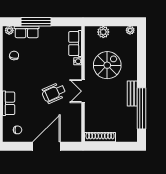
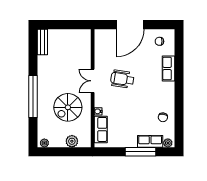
double door: (83, 91) -> (93, 81), swing flipped
wheelchair: (54, 93) -> (122, 79), turned -147
bench: (132, 94) -> (42, 42), moved
window: (141, 108) -> (33, 96), moved
shoe rack: (100, 137) -> (75, 34), removed

